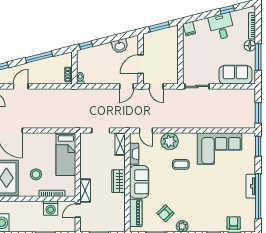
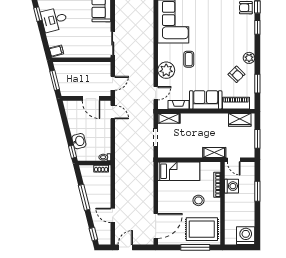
washbasin: (120, 46) -> (79, 141), moved
wardrobe: (119, 181) -> (240, 120), moved

